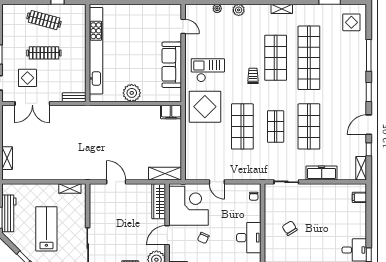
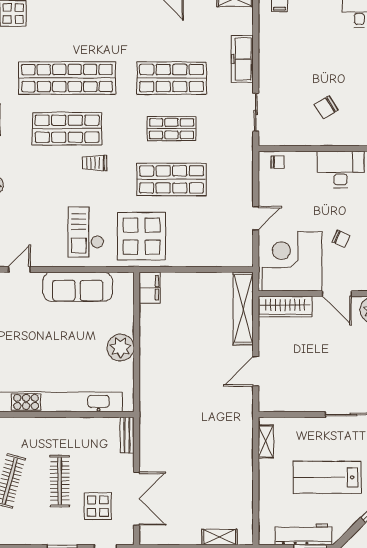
shelving: (165, 174) -> (243, 309), width x1.47

